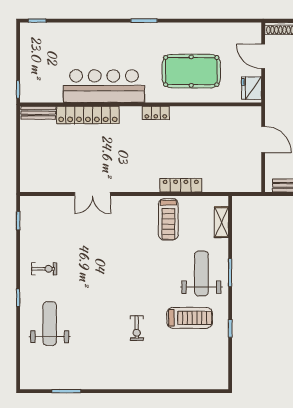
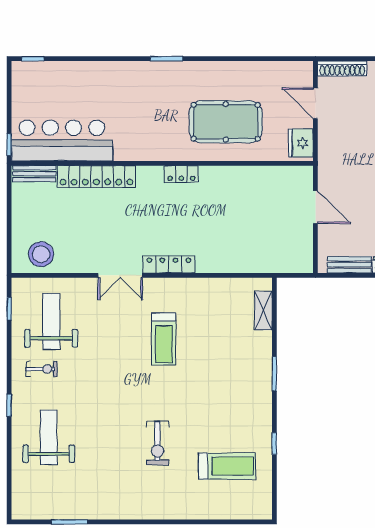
bar counter: (104, 86) -> (62, 140), moved
stool: (44, 177) -> (41, 254), added
locker: (181, 185) -> (169, 264), moved
double door: (93, 194) -> (120, 275), moved
treadmill: (168, 219) -> (164, 339), moved
weight bench: (201, 274) -> (51, 321), moved
treadmill: (190, 318) -> (227, 466), moved
exercise bike: (137, 328) -> (158, 443), width x1.38, depth x1.39

